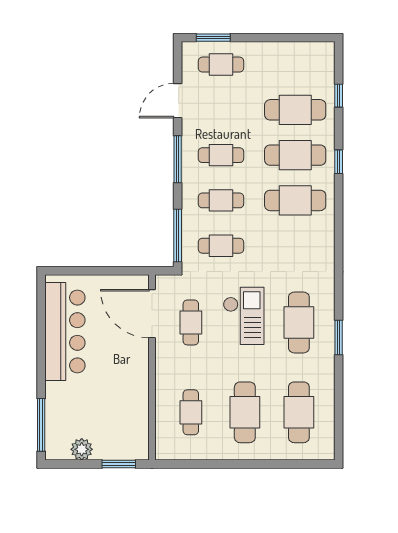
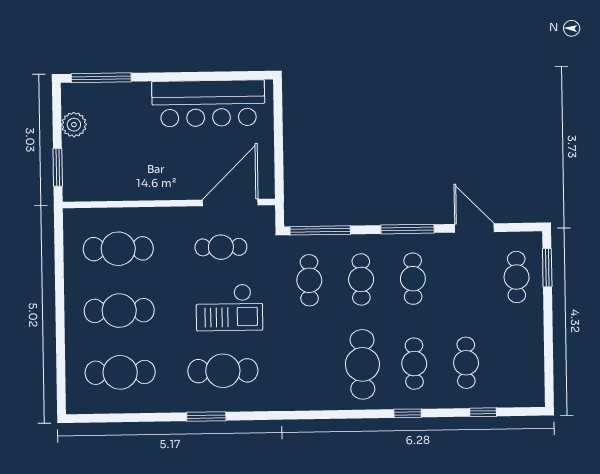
cafe table: (295, 110) -> (466, 363), width x0.73, depth x0.74
cafe table: (295, 155) -> (414, 364), width x0.73, depth x0.74
cafe table: (191, 412) -> (118, 249), width x1.37, depth x1.35

